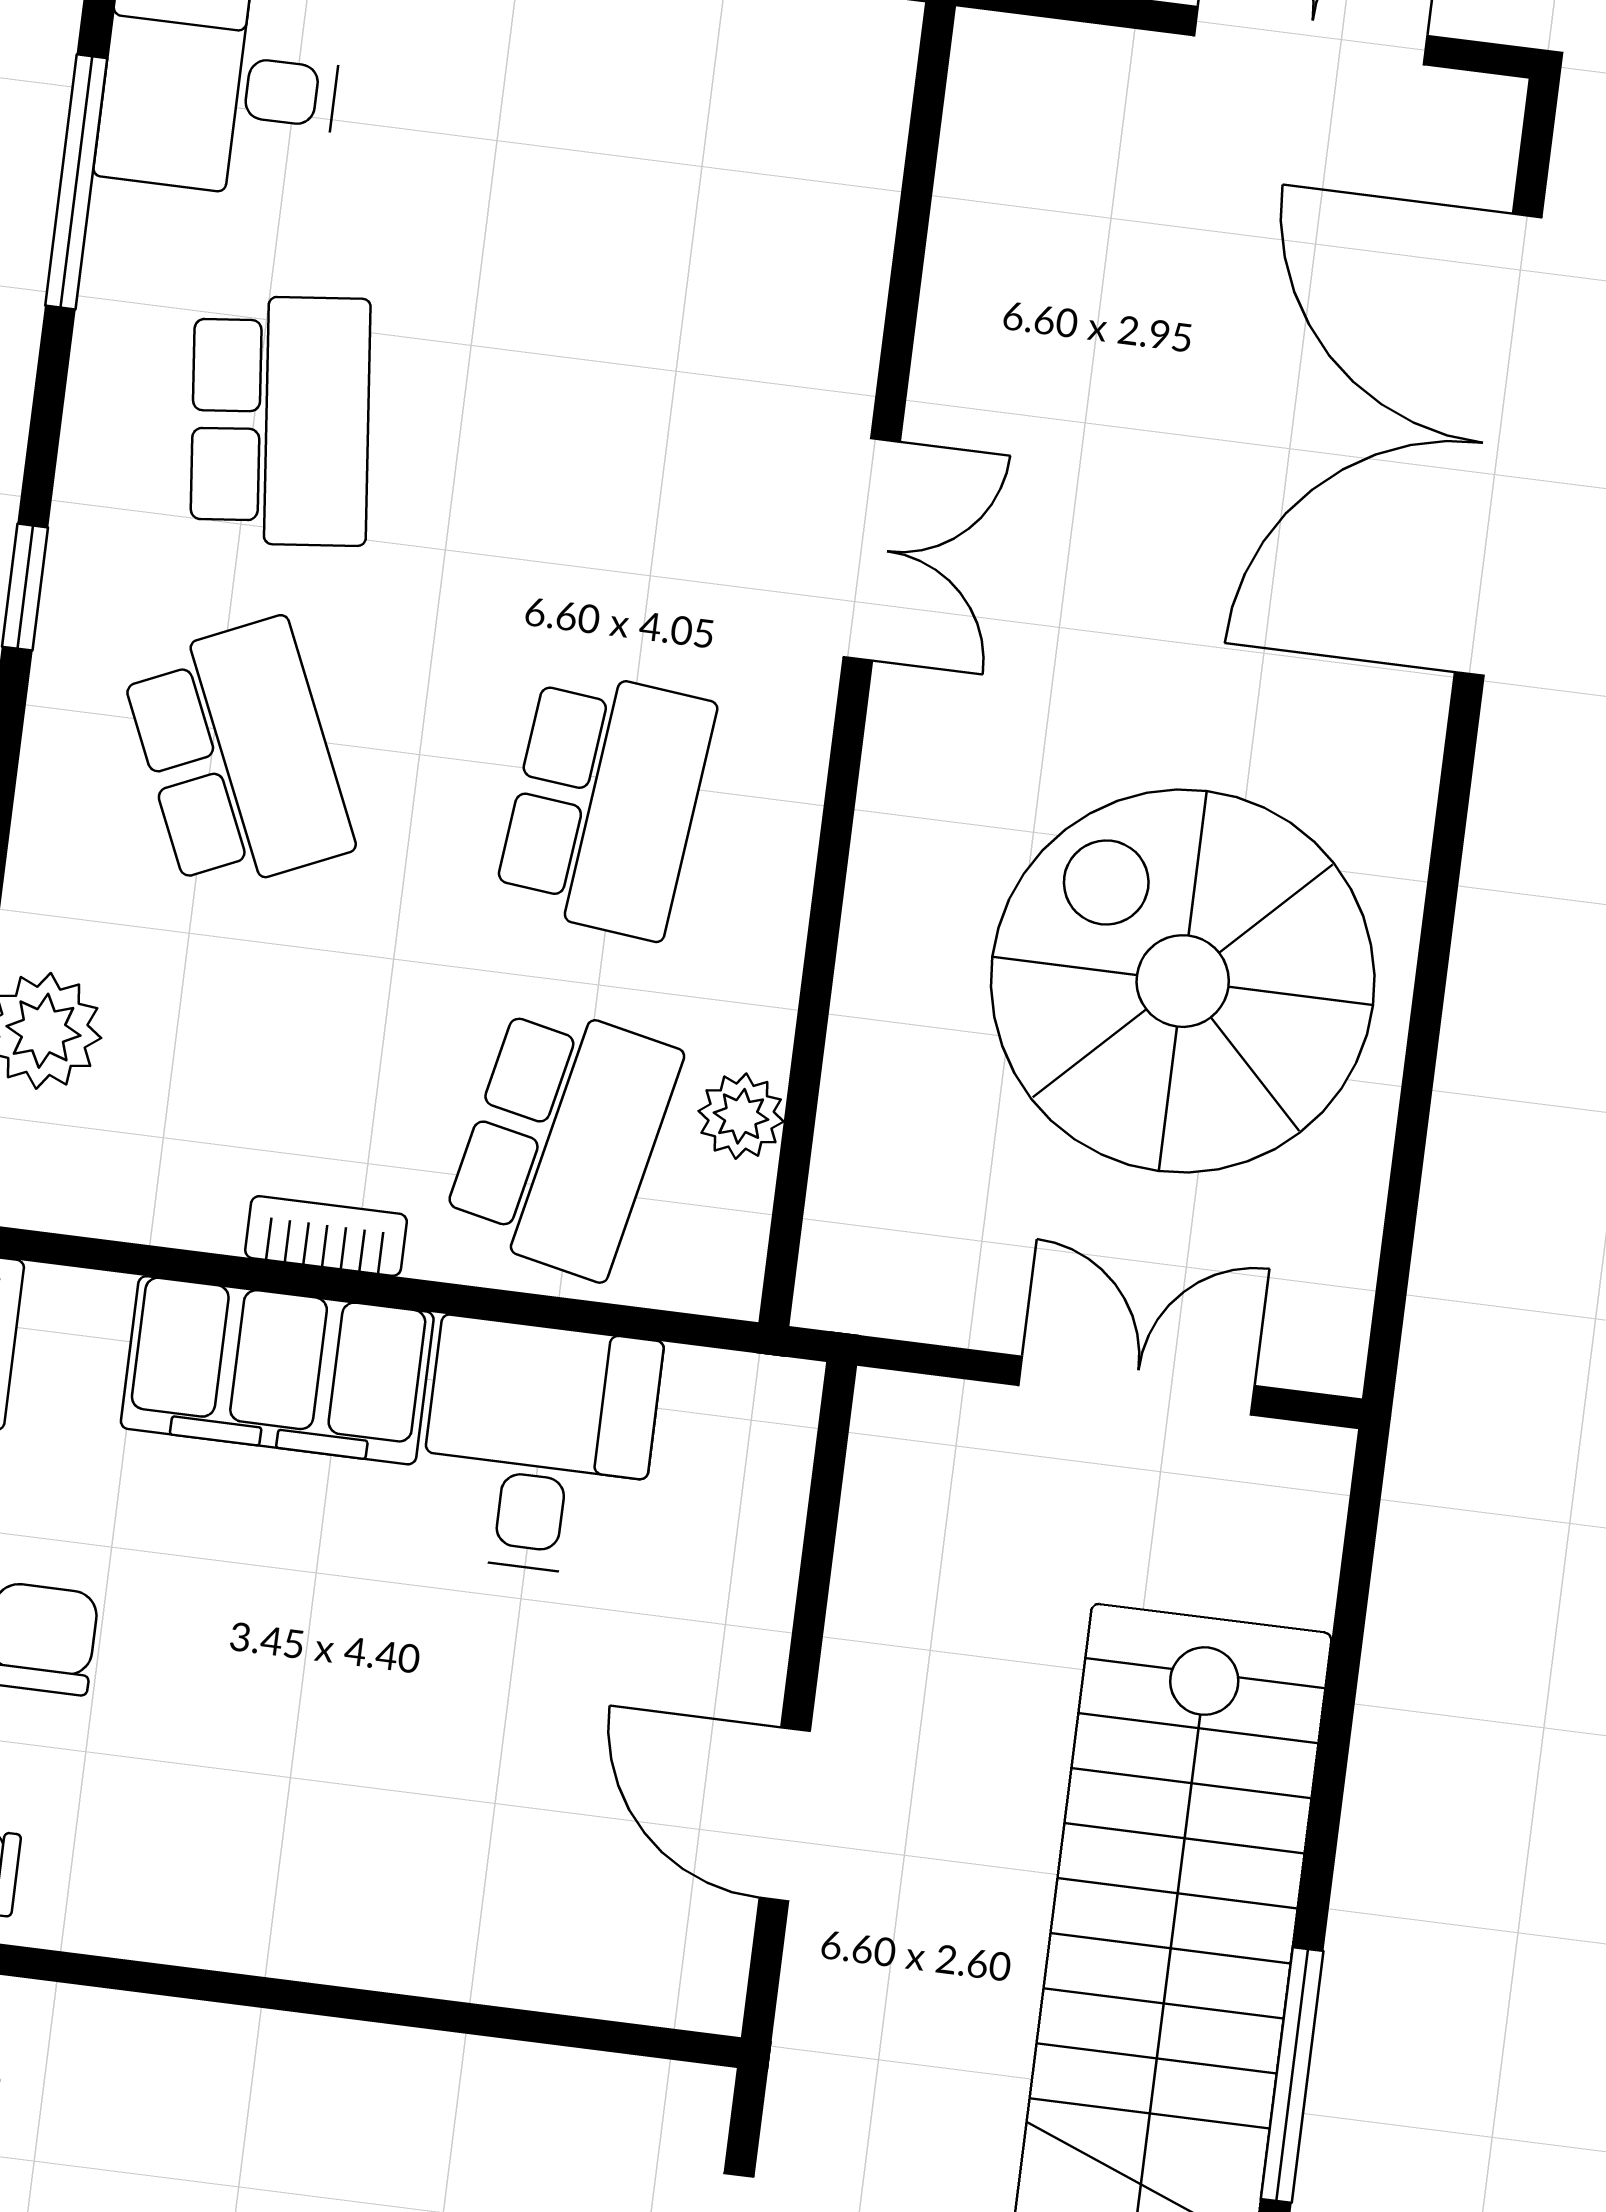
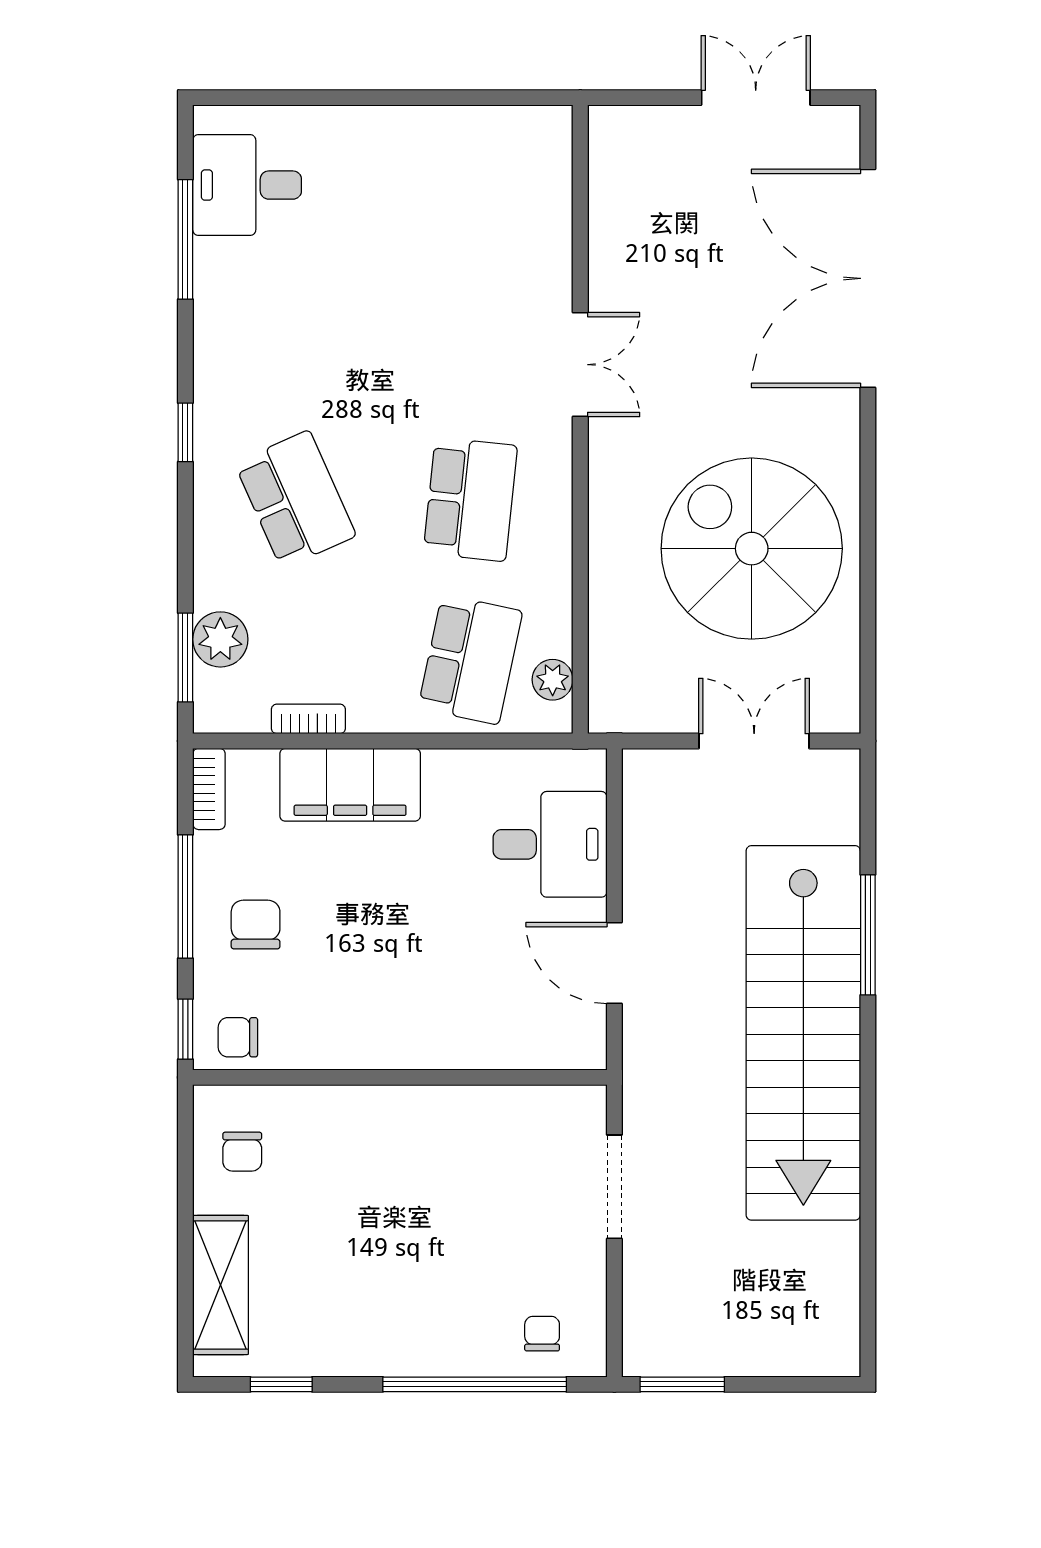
school desk: (280, 421) -> (295, 339), removed
plant: (741, 1116) -> (553, 680), moved
bookcase: (326, 1236) -> (308, 719), moved
desk: (538, 1447) -> (550, 844), moved, turned 90
window: (1292, 2075) -> (868, 935), moved

